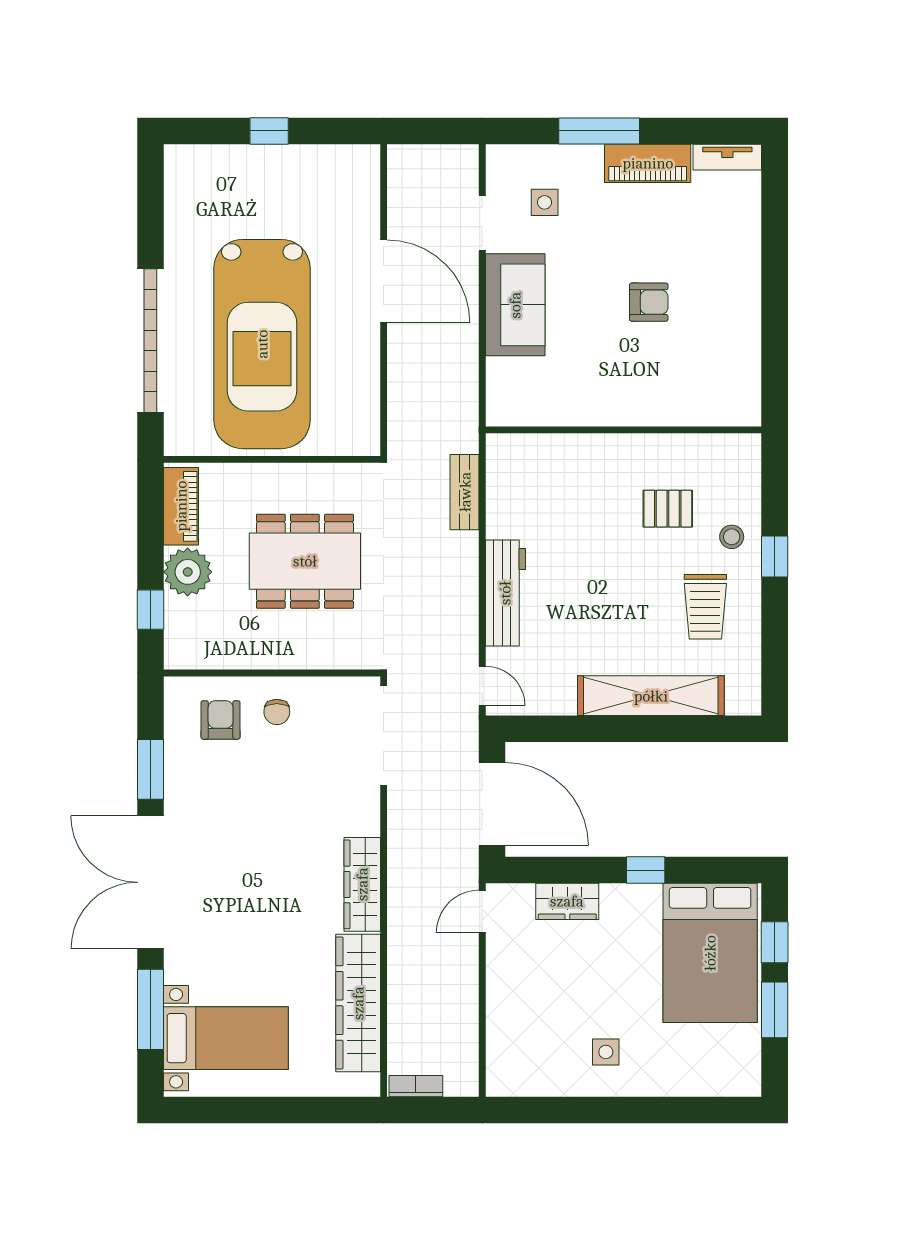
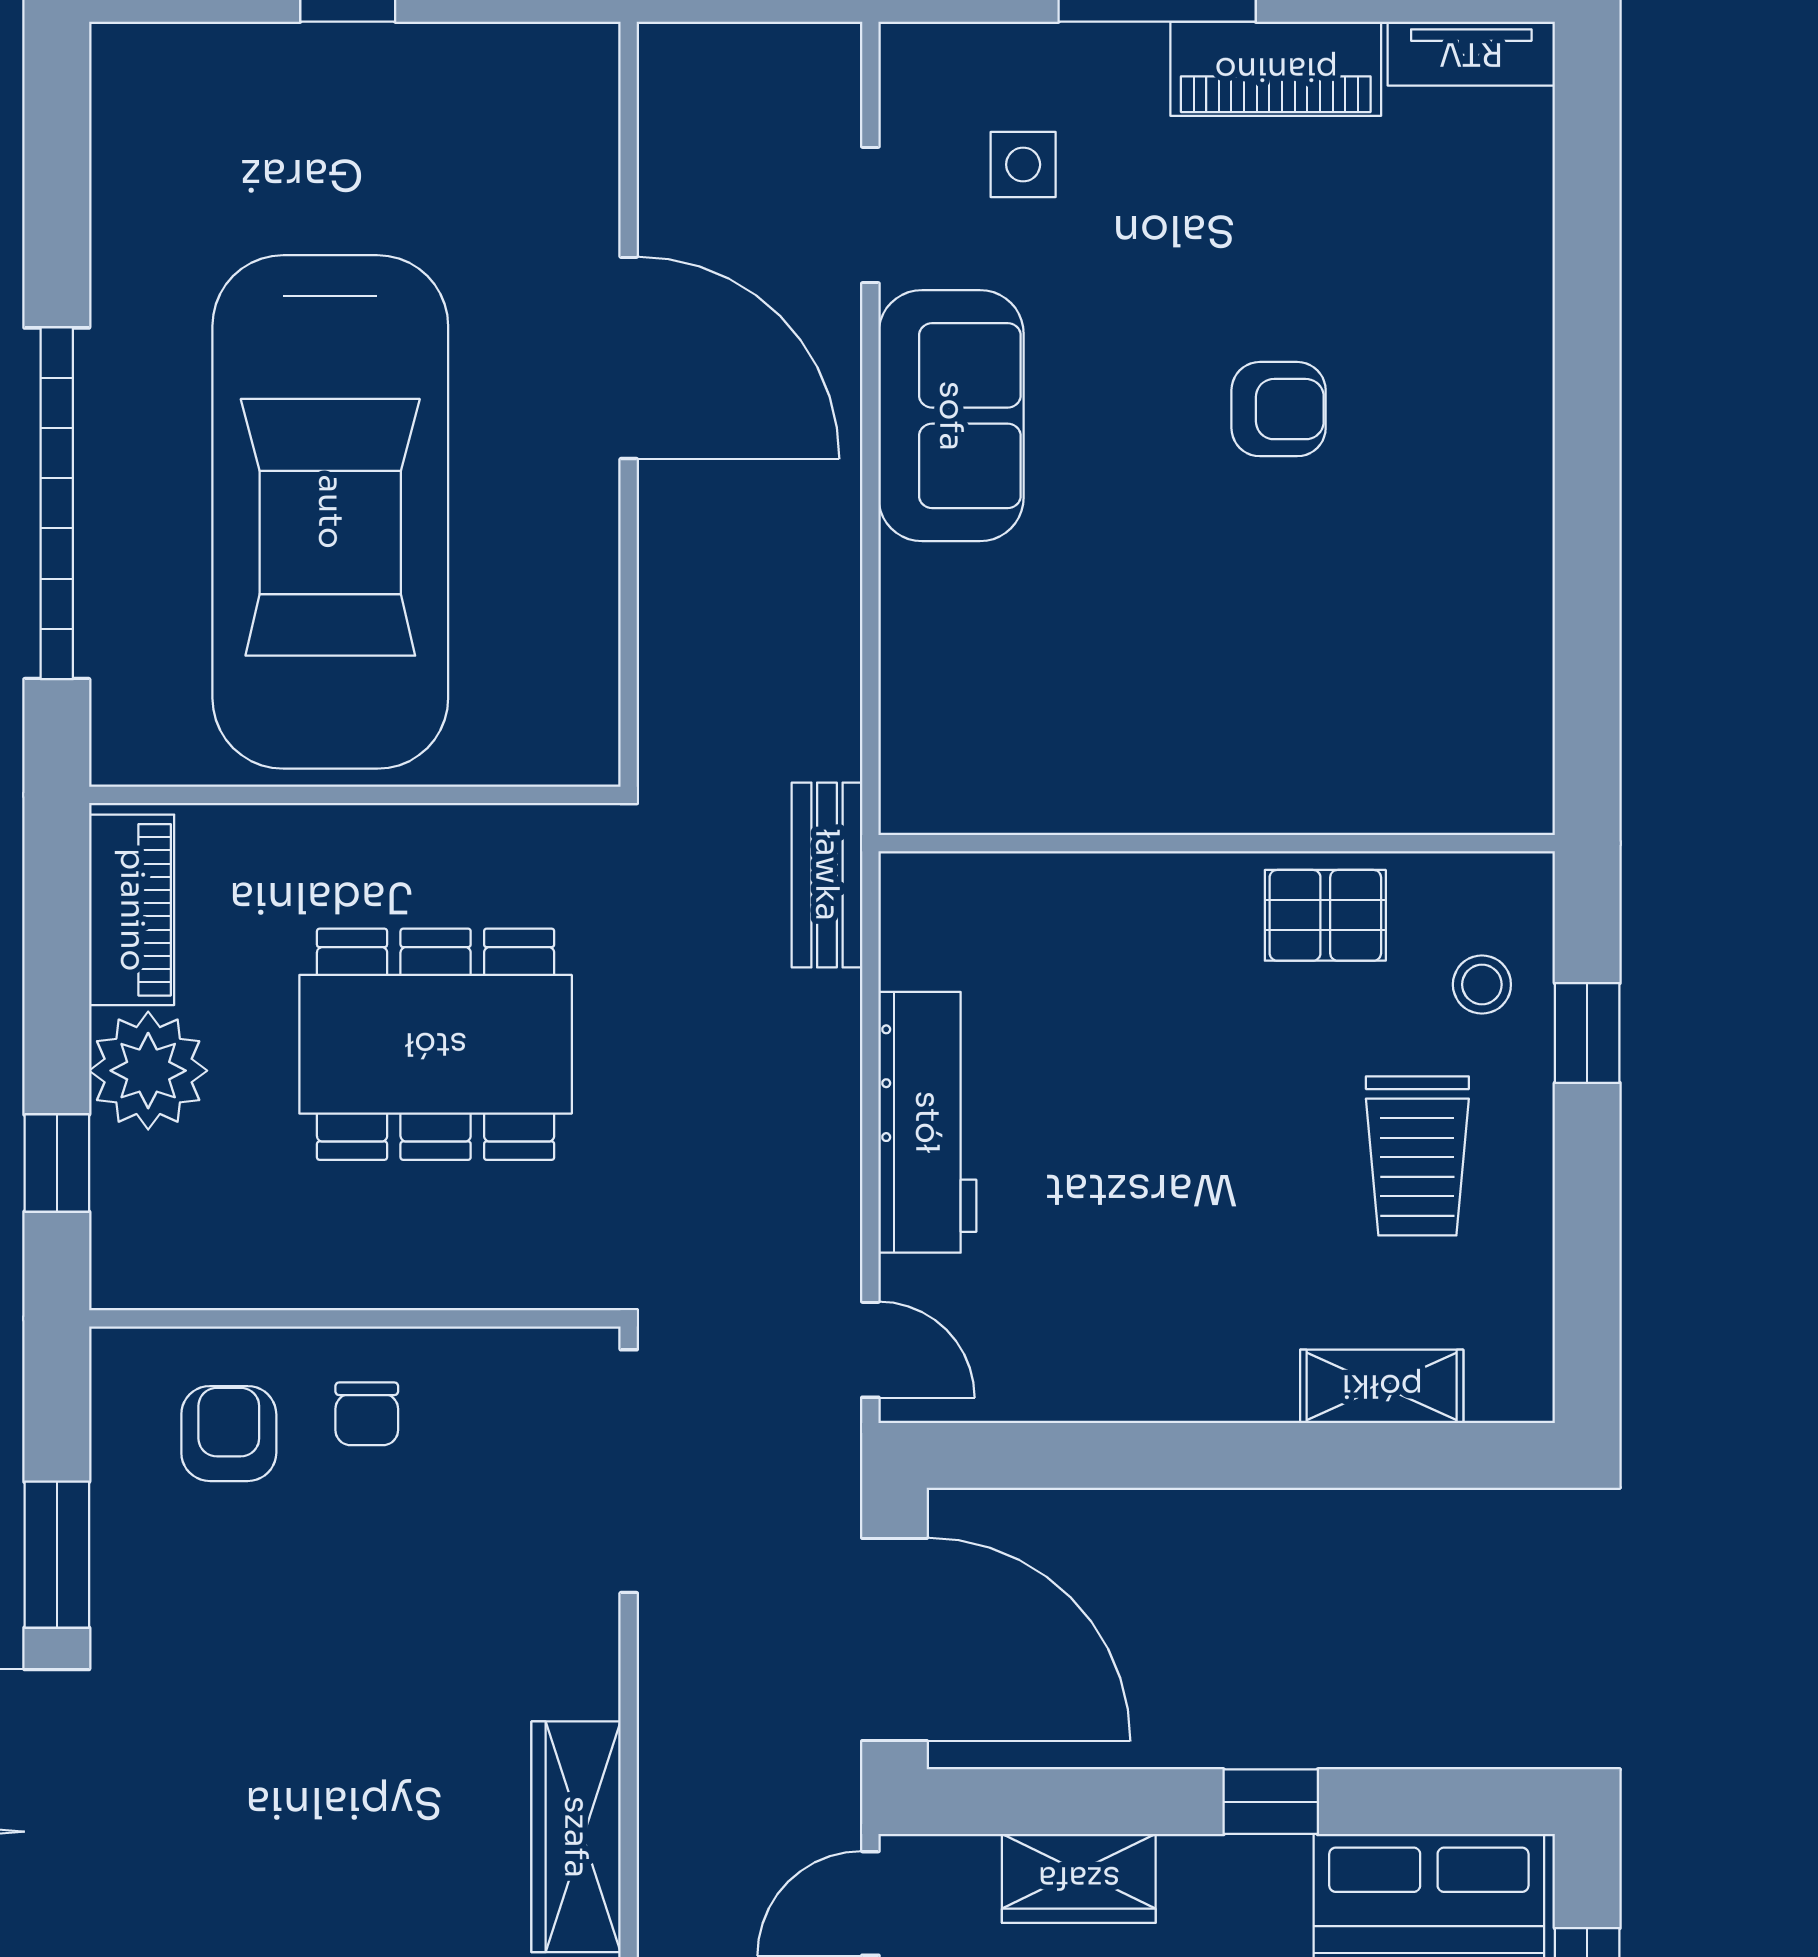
wall: (624, 430) -> (1217, 843), moved
shelving: (651, 696) -> (1382, 1386), width x0.45, depth x0.75

